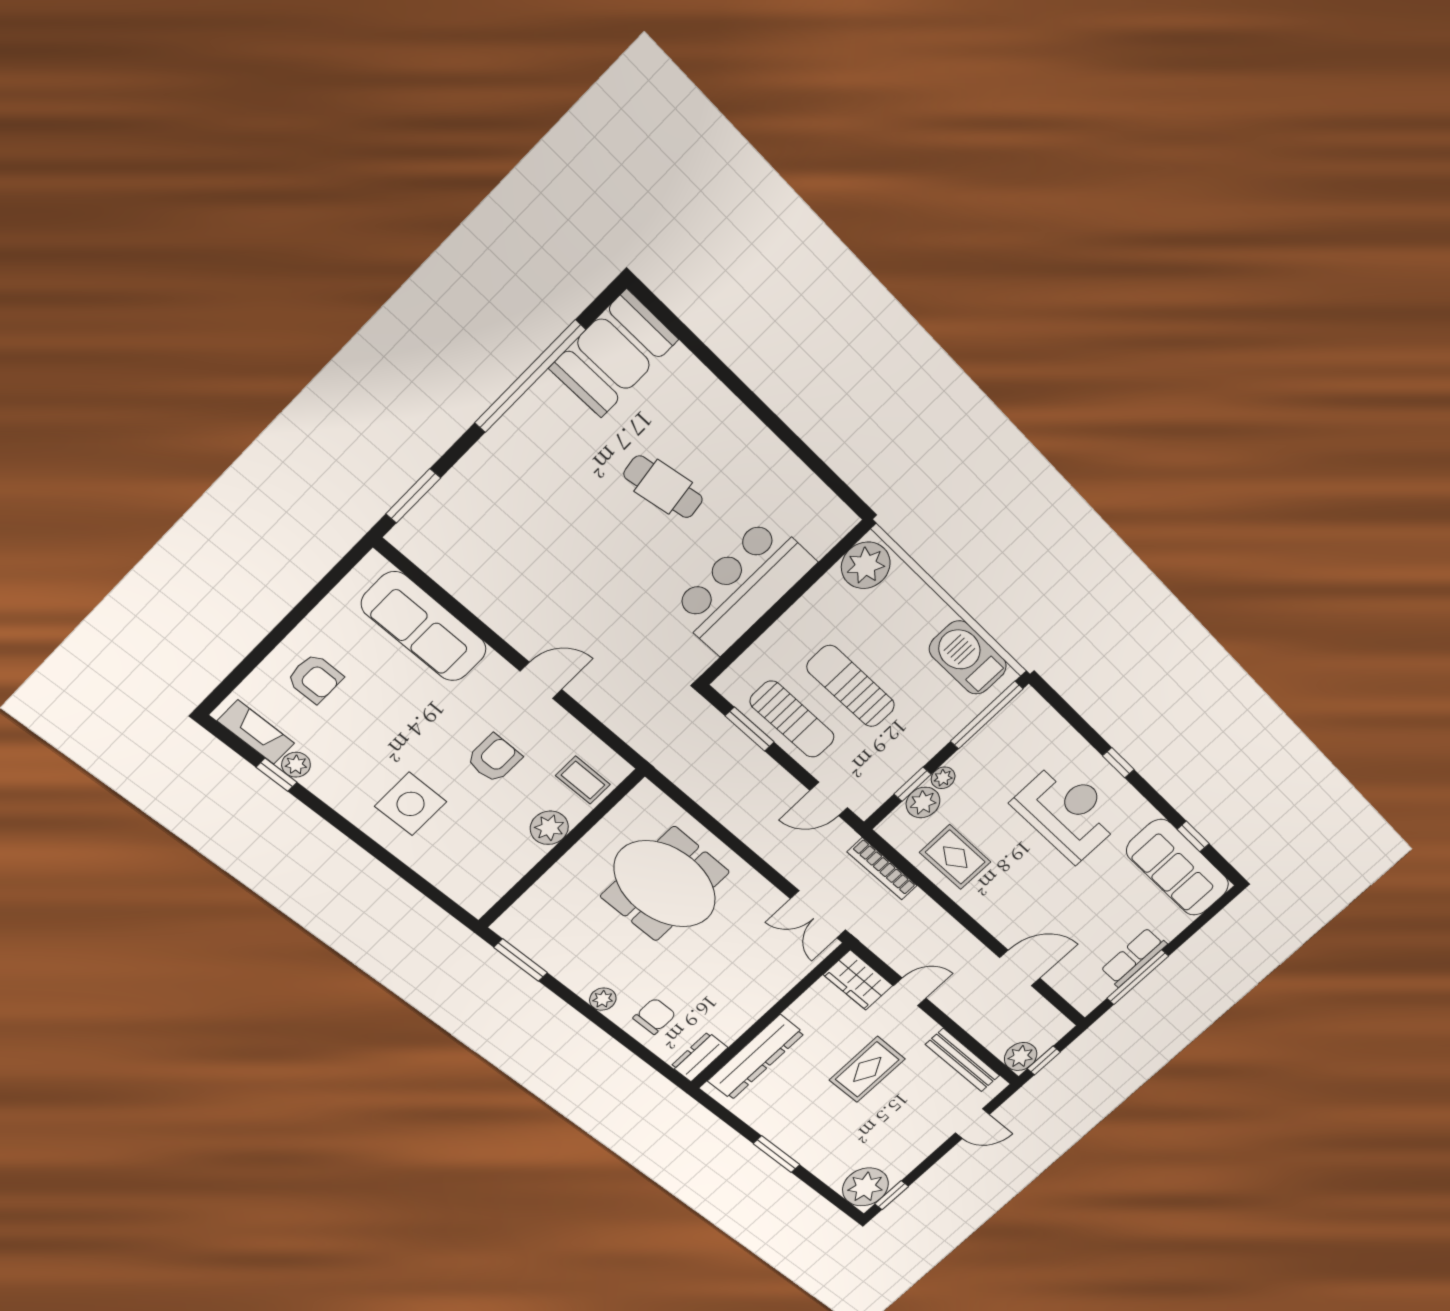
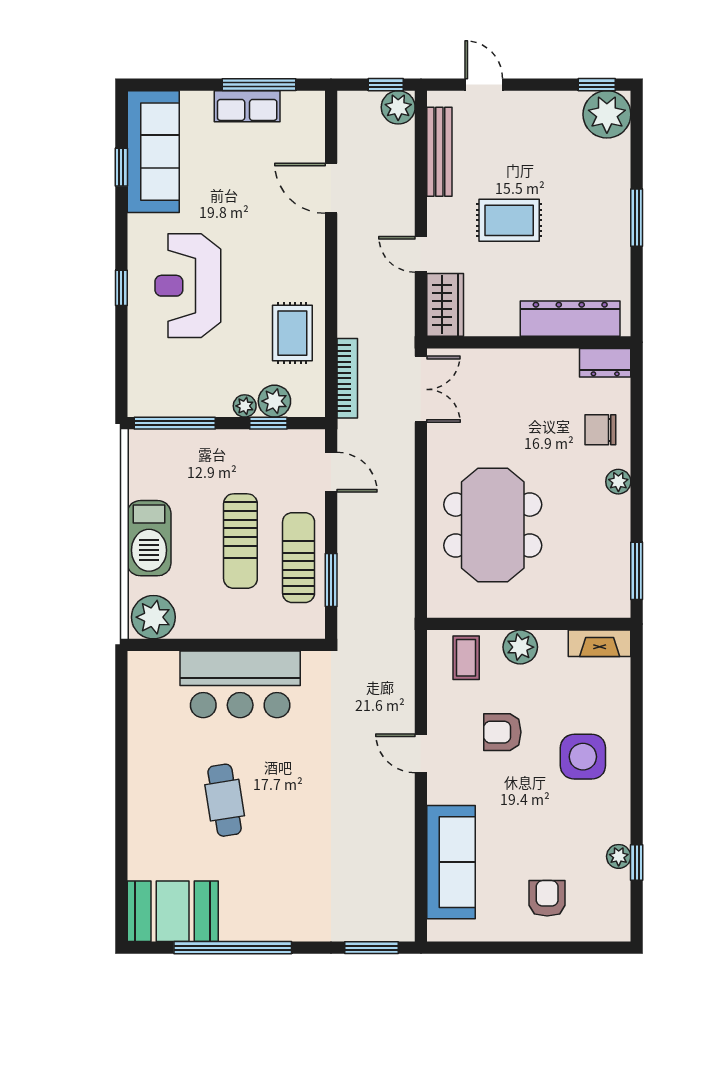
barbecue: (968, 658) -> (149, 538), moved
fireplace: (256, 732) -> (600, 643), moved, turned -90

